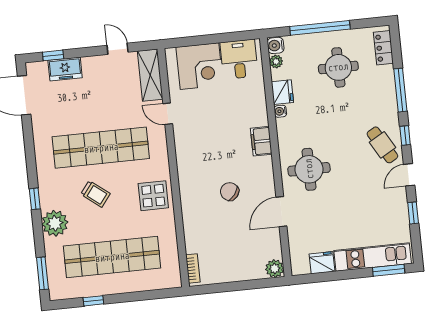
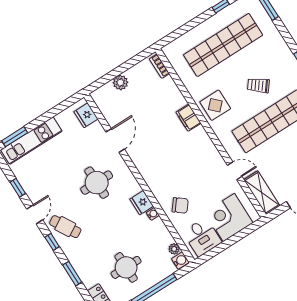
window: (400, 90) -> (72, 274), width x0.69
fridge: (282, 92) -> (142, 203), moved
filing cabinet: (261, 141) -> (189, 118), moved, turned 180
round table: (309, 169) -> (97, 183), moved
chair: (230, 192) -> (180, 205), moved
plant: (55, 223) -> (278, 49), removed
fridge: (322, 263) -> (86, 115), moved, turned 90
plant: (275, 269) -> (121, 83), moved

